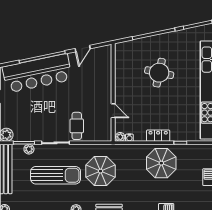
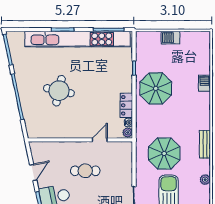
door: (83, 49) -> (33, 173), hinge flipped
cafe table: (77, 126) -> (85, 171), moved
locker: (158, 136) -> (126, 105), moved

